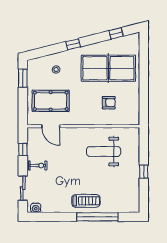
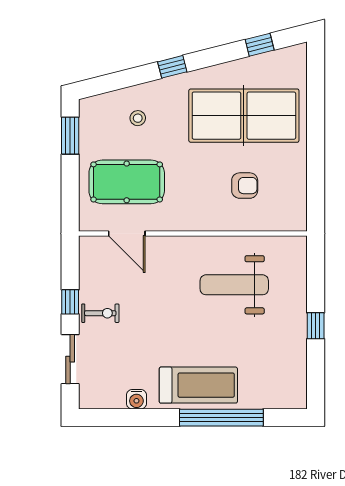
window: (23, 149) -> (70, 302), moved
treadmill: (86, 201) -> (198, 385), width x1.37, depth x1.38
water cooler: (36, 208) -> (136, 399), moved

